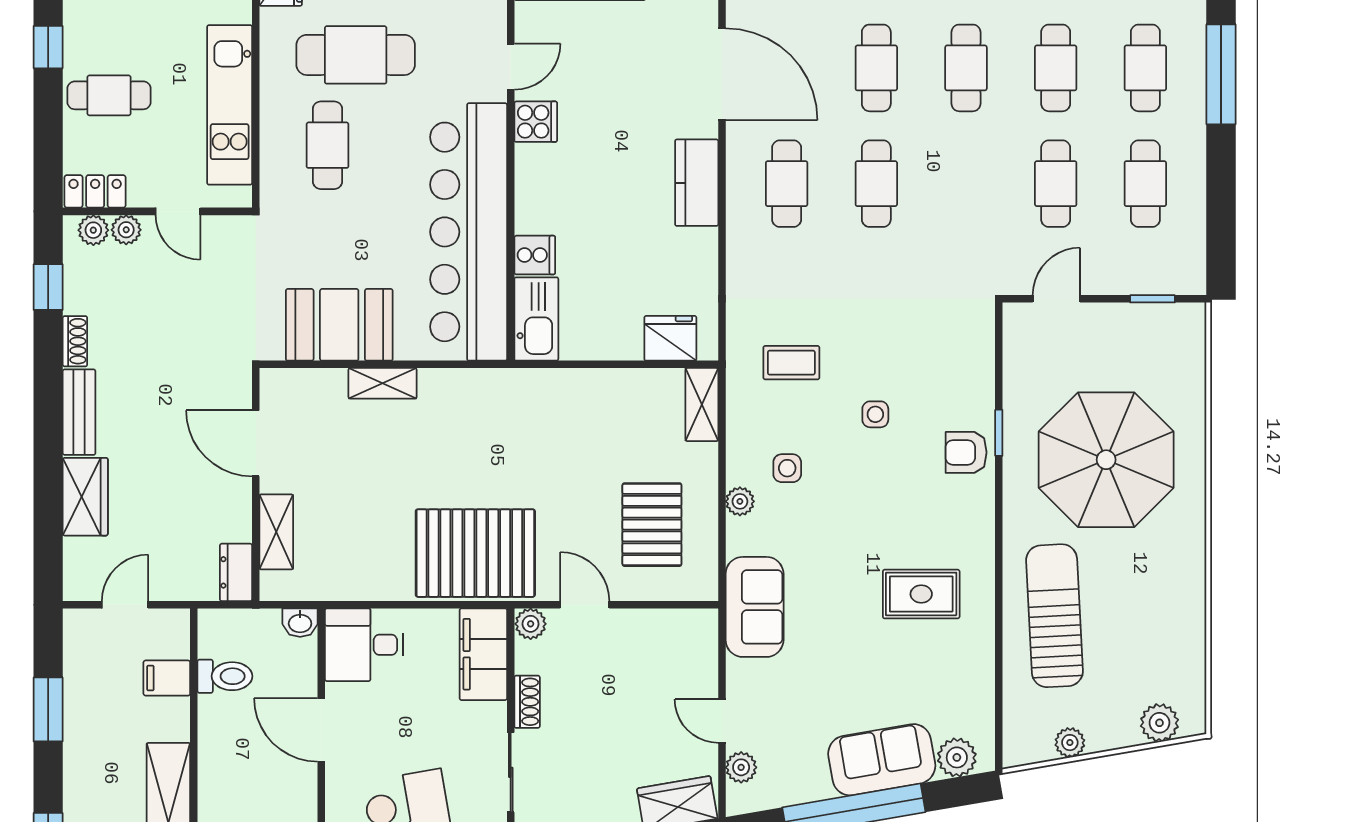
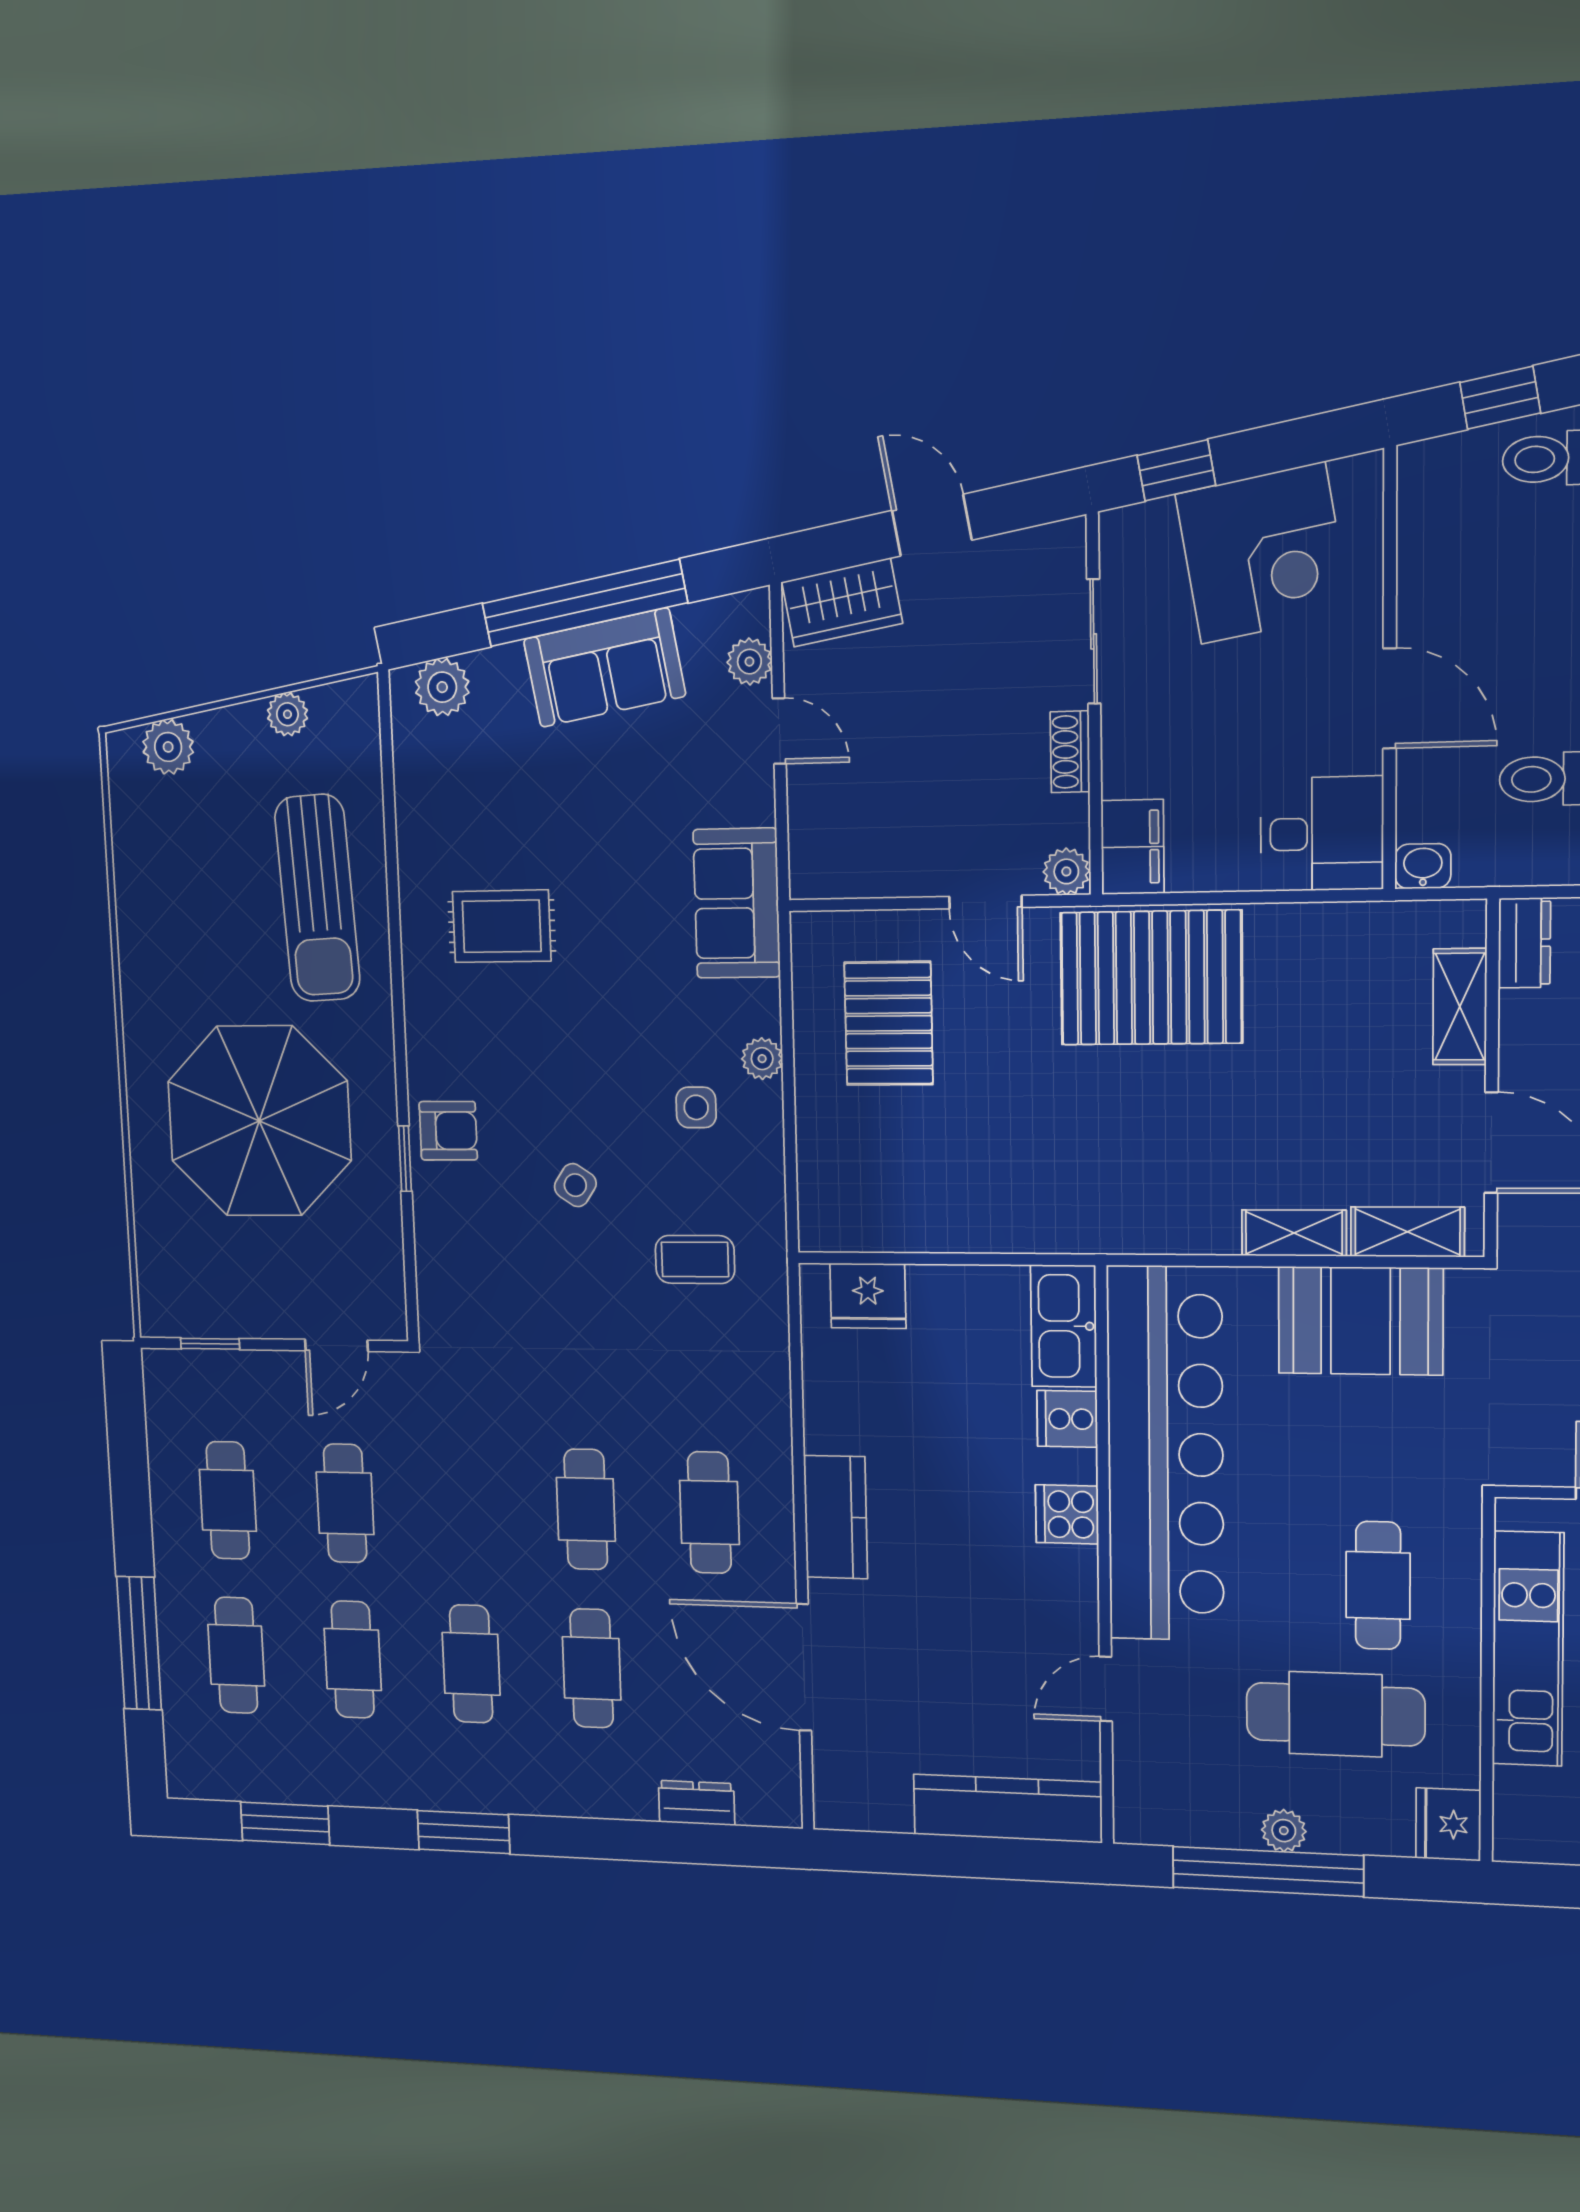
cooker: (536, 122) -> (1067, 1514), moved
shelving: (702, 405) -> (1407, 1232), moved, turned 90
side table: (875, 414) -> (575, 1185), turned 34
filing cabinet: (483, 654) -> (1133, 847), width x0.67, depth x0.86
sofa: (882, 760) -> (604, 668), moved

